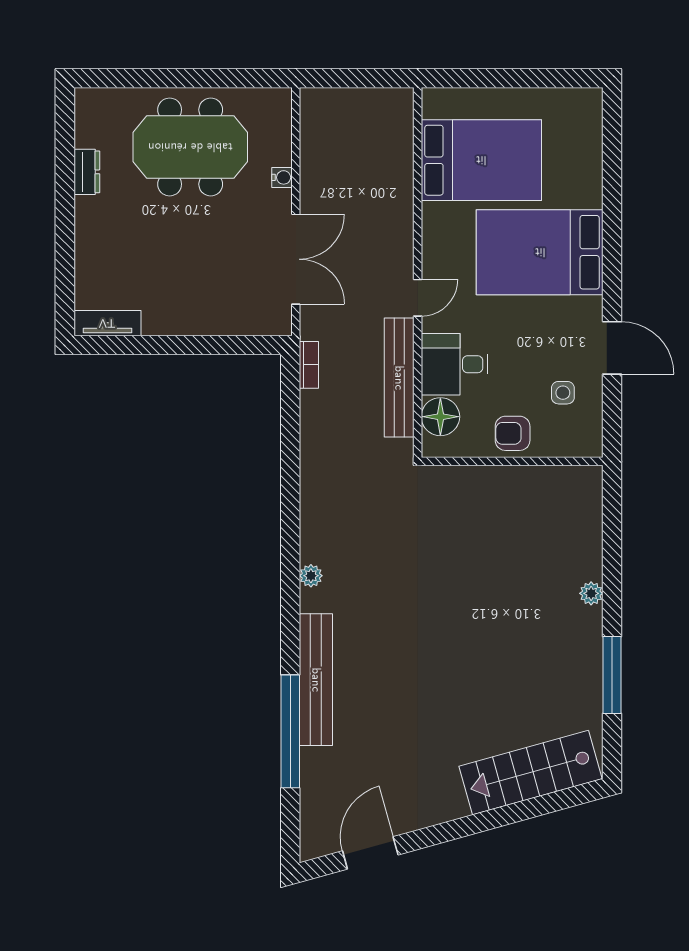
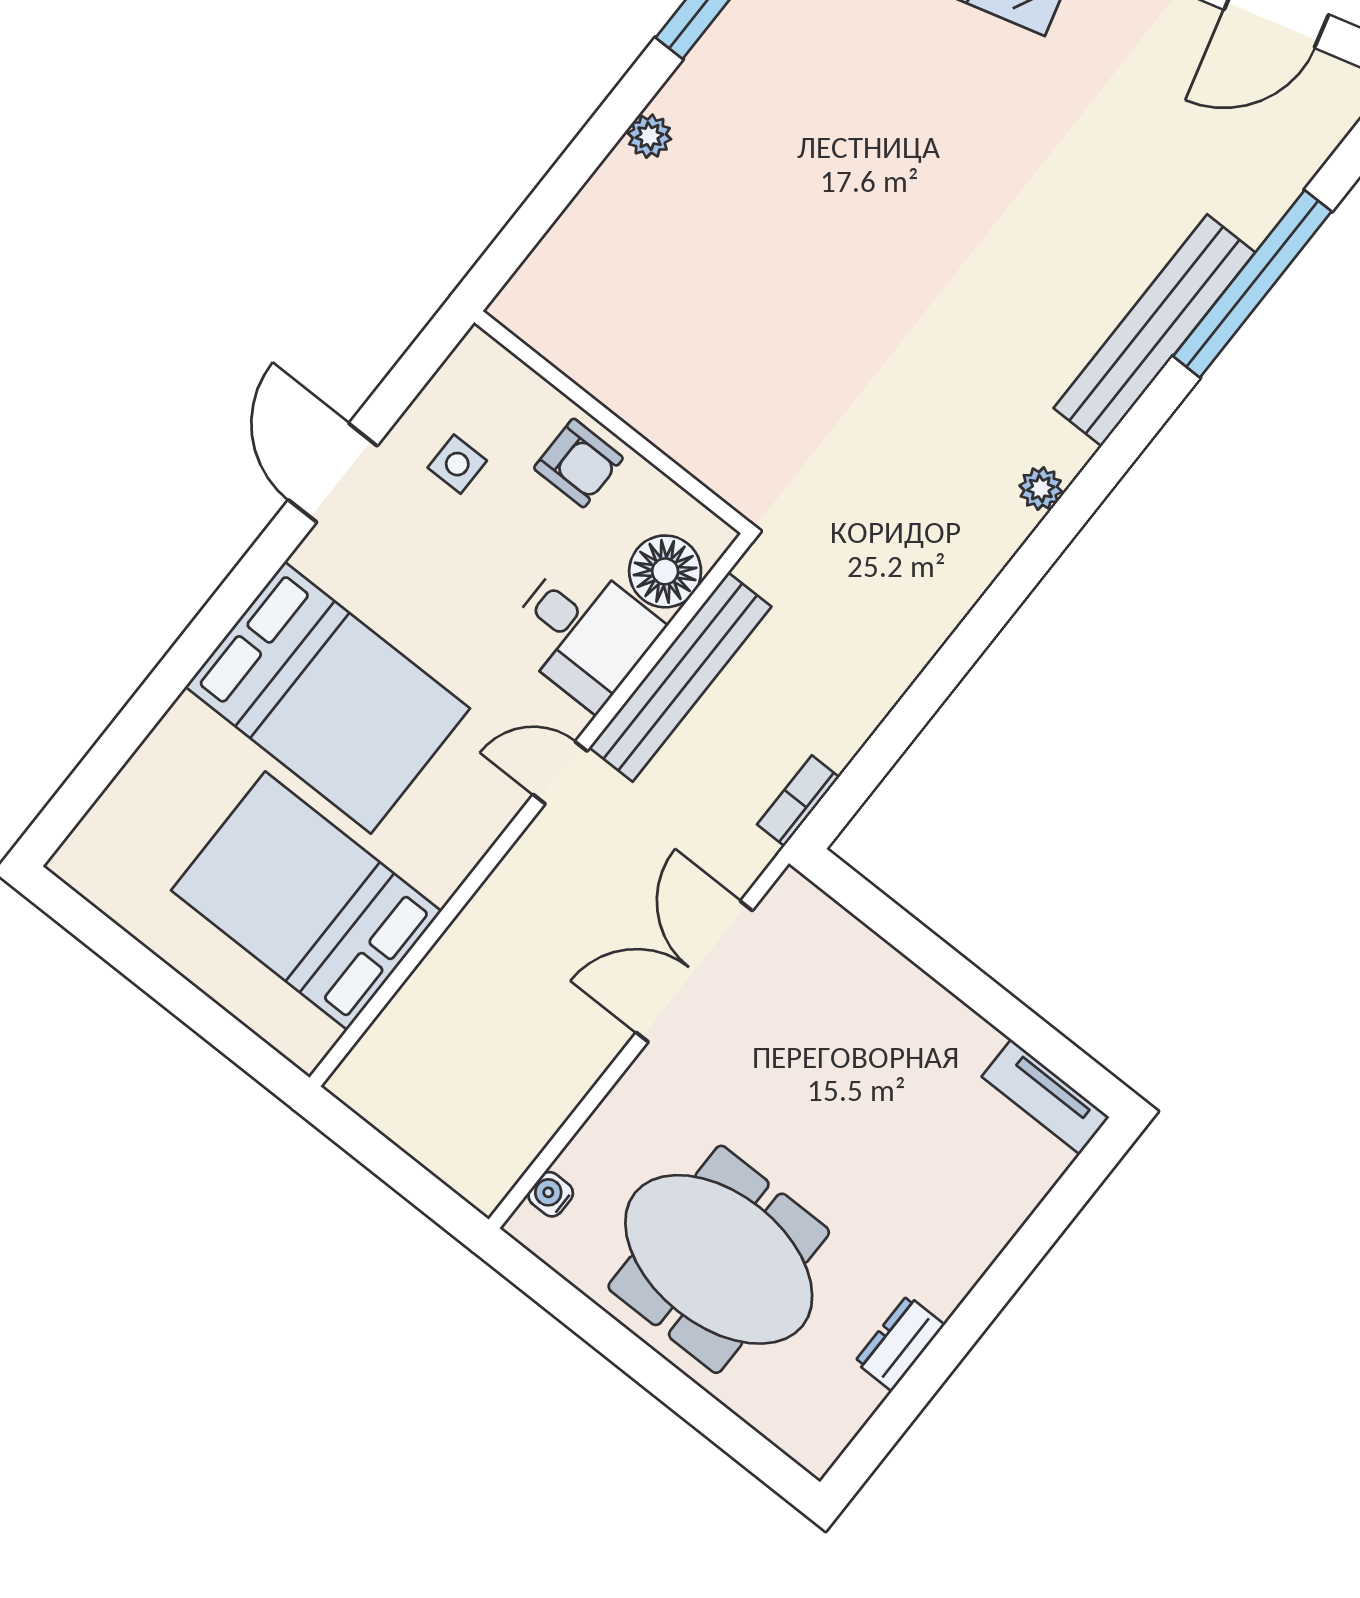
water cooler: (282, 177) -> (551, 1194), moved

